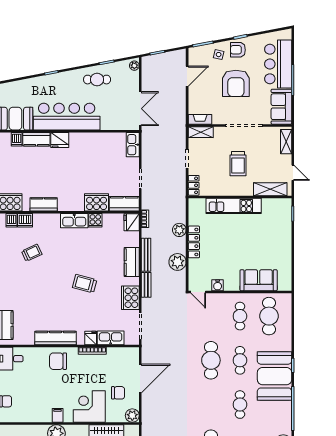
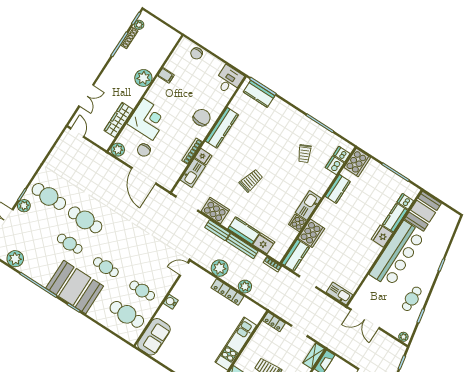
fridge: (132, 222) -> (264, 243), moved
sofa: (259, 280) -> (154, 337), moved
water cooler: (218, 285) -> (171, 302), moved
cafe table: (211, 360) -> (85, 220), moved
filing cabinet: (58, 415) -> (166, 75), moved

